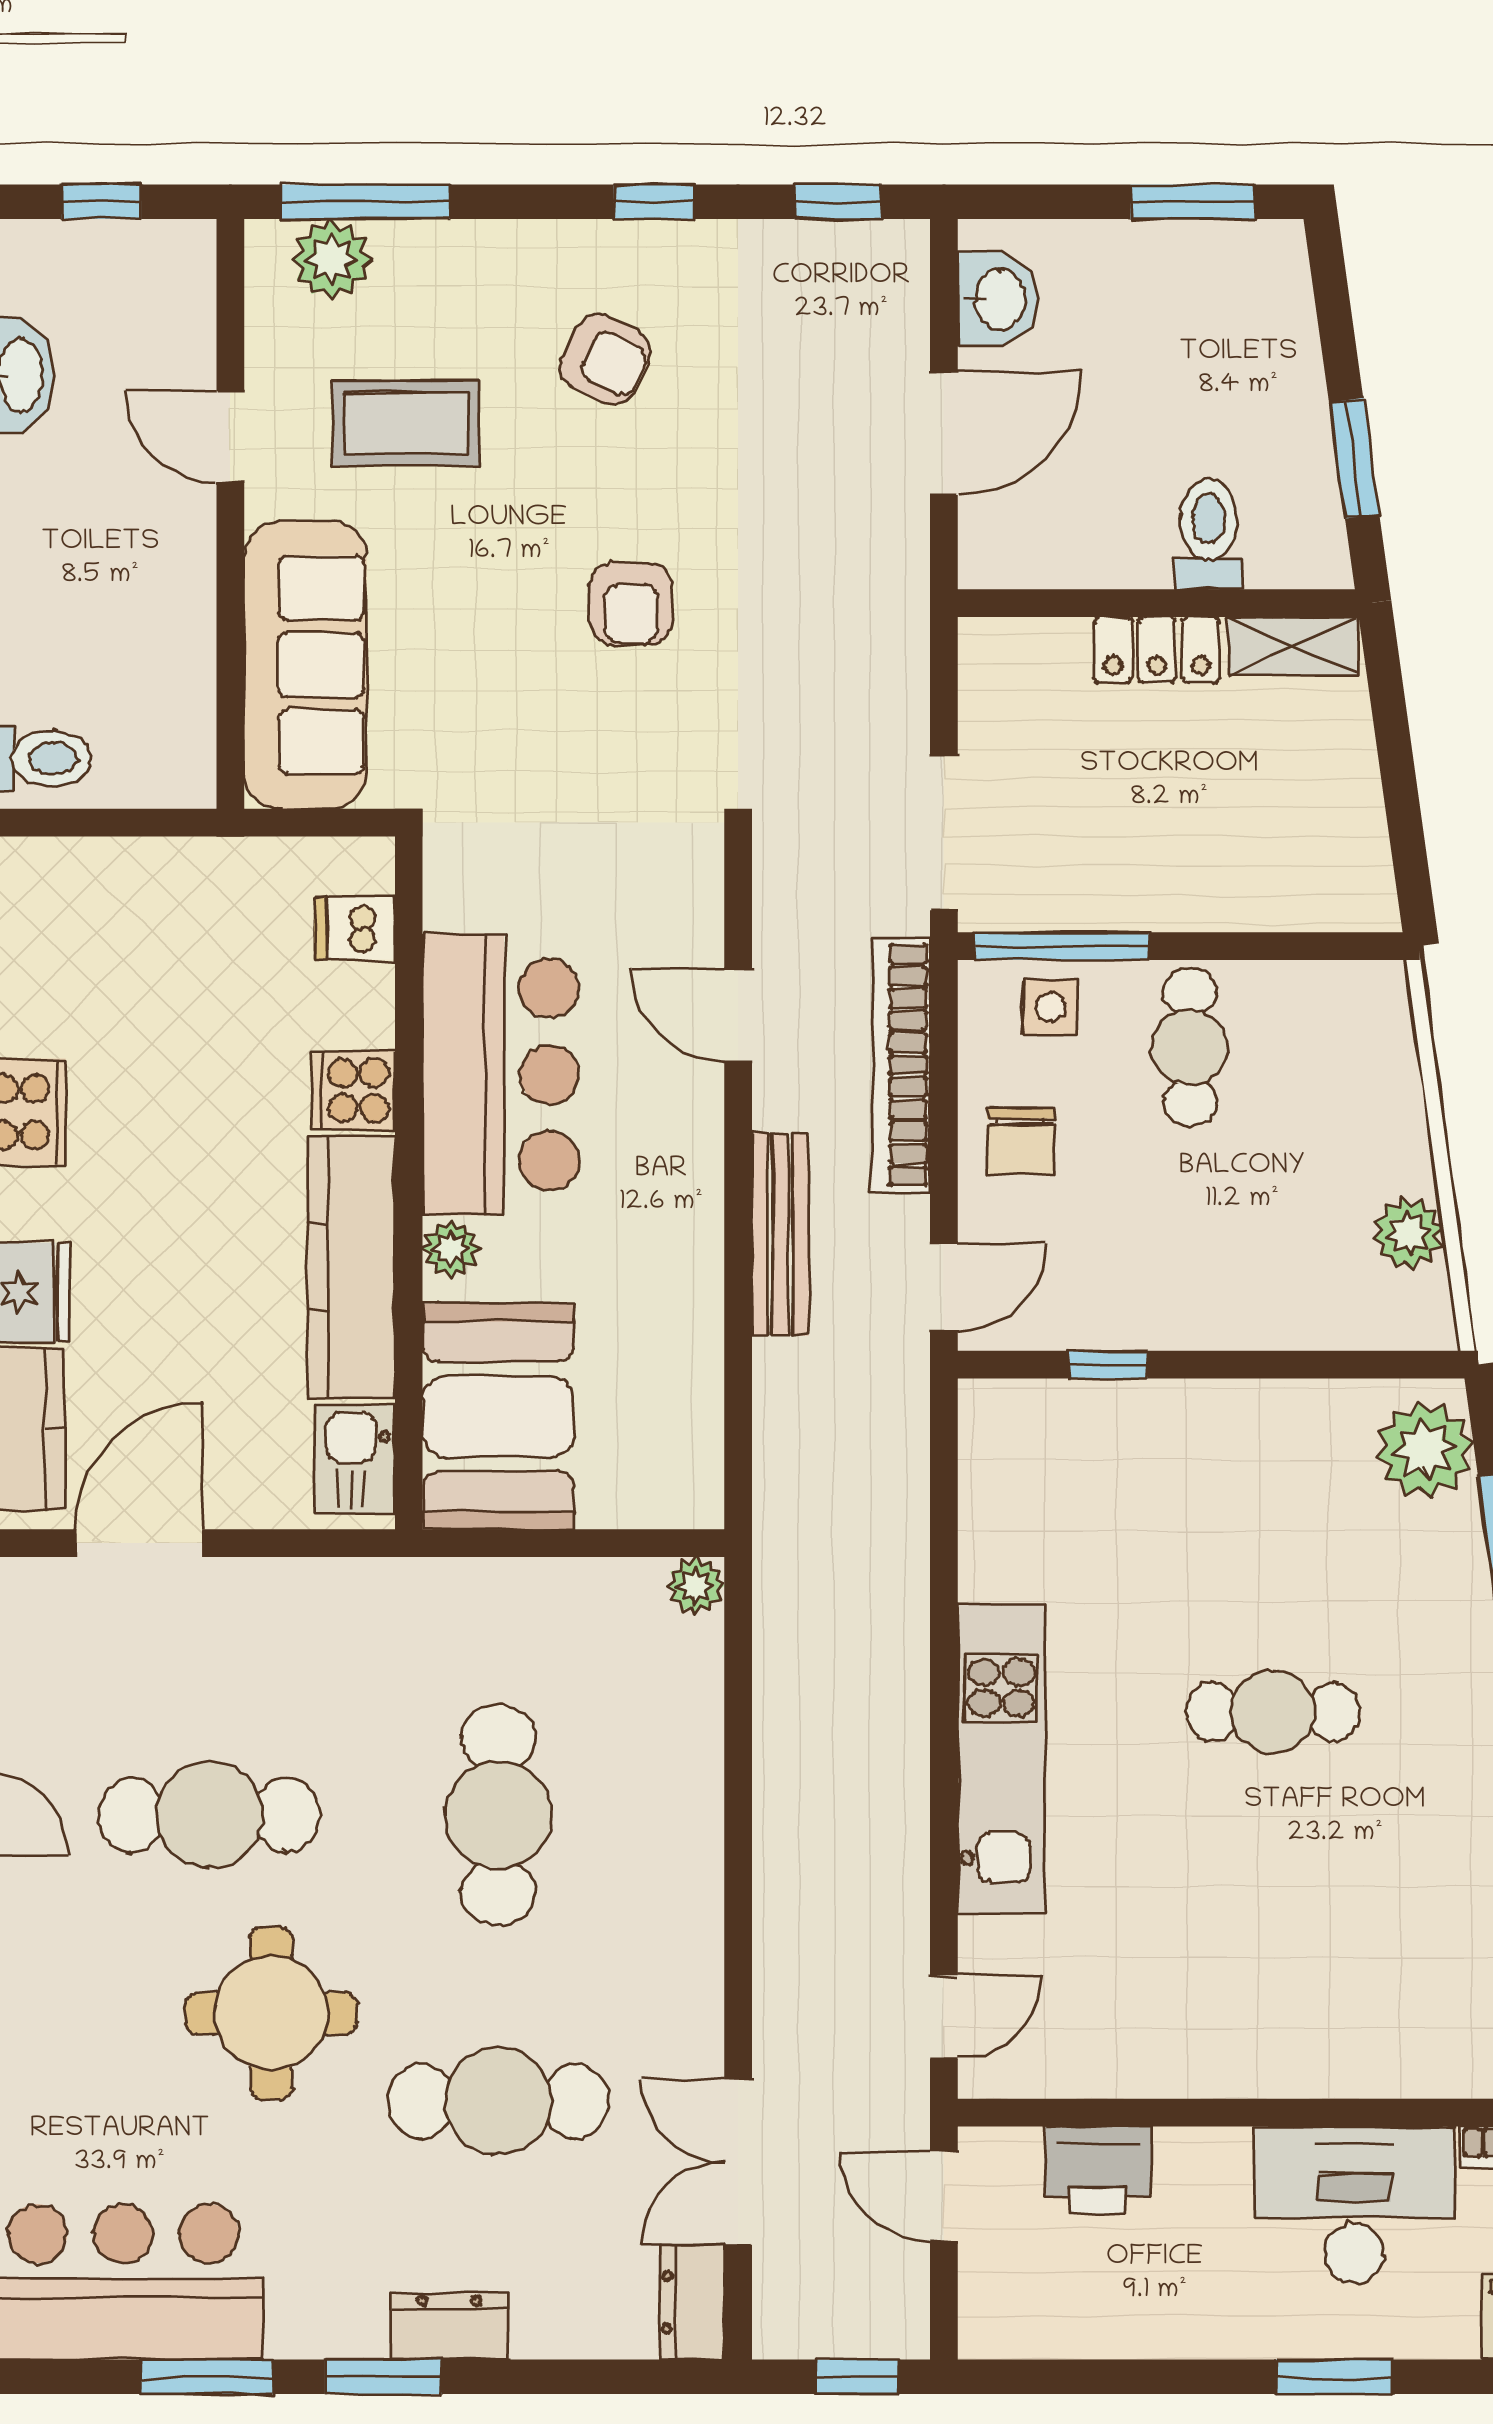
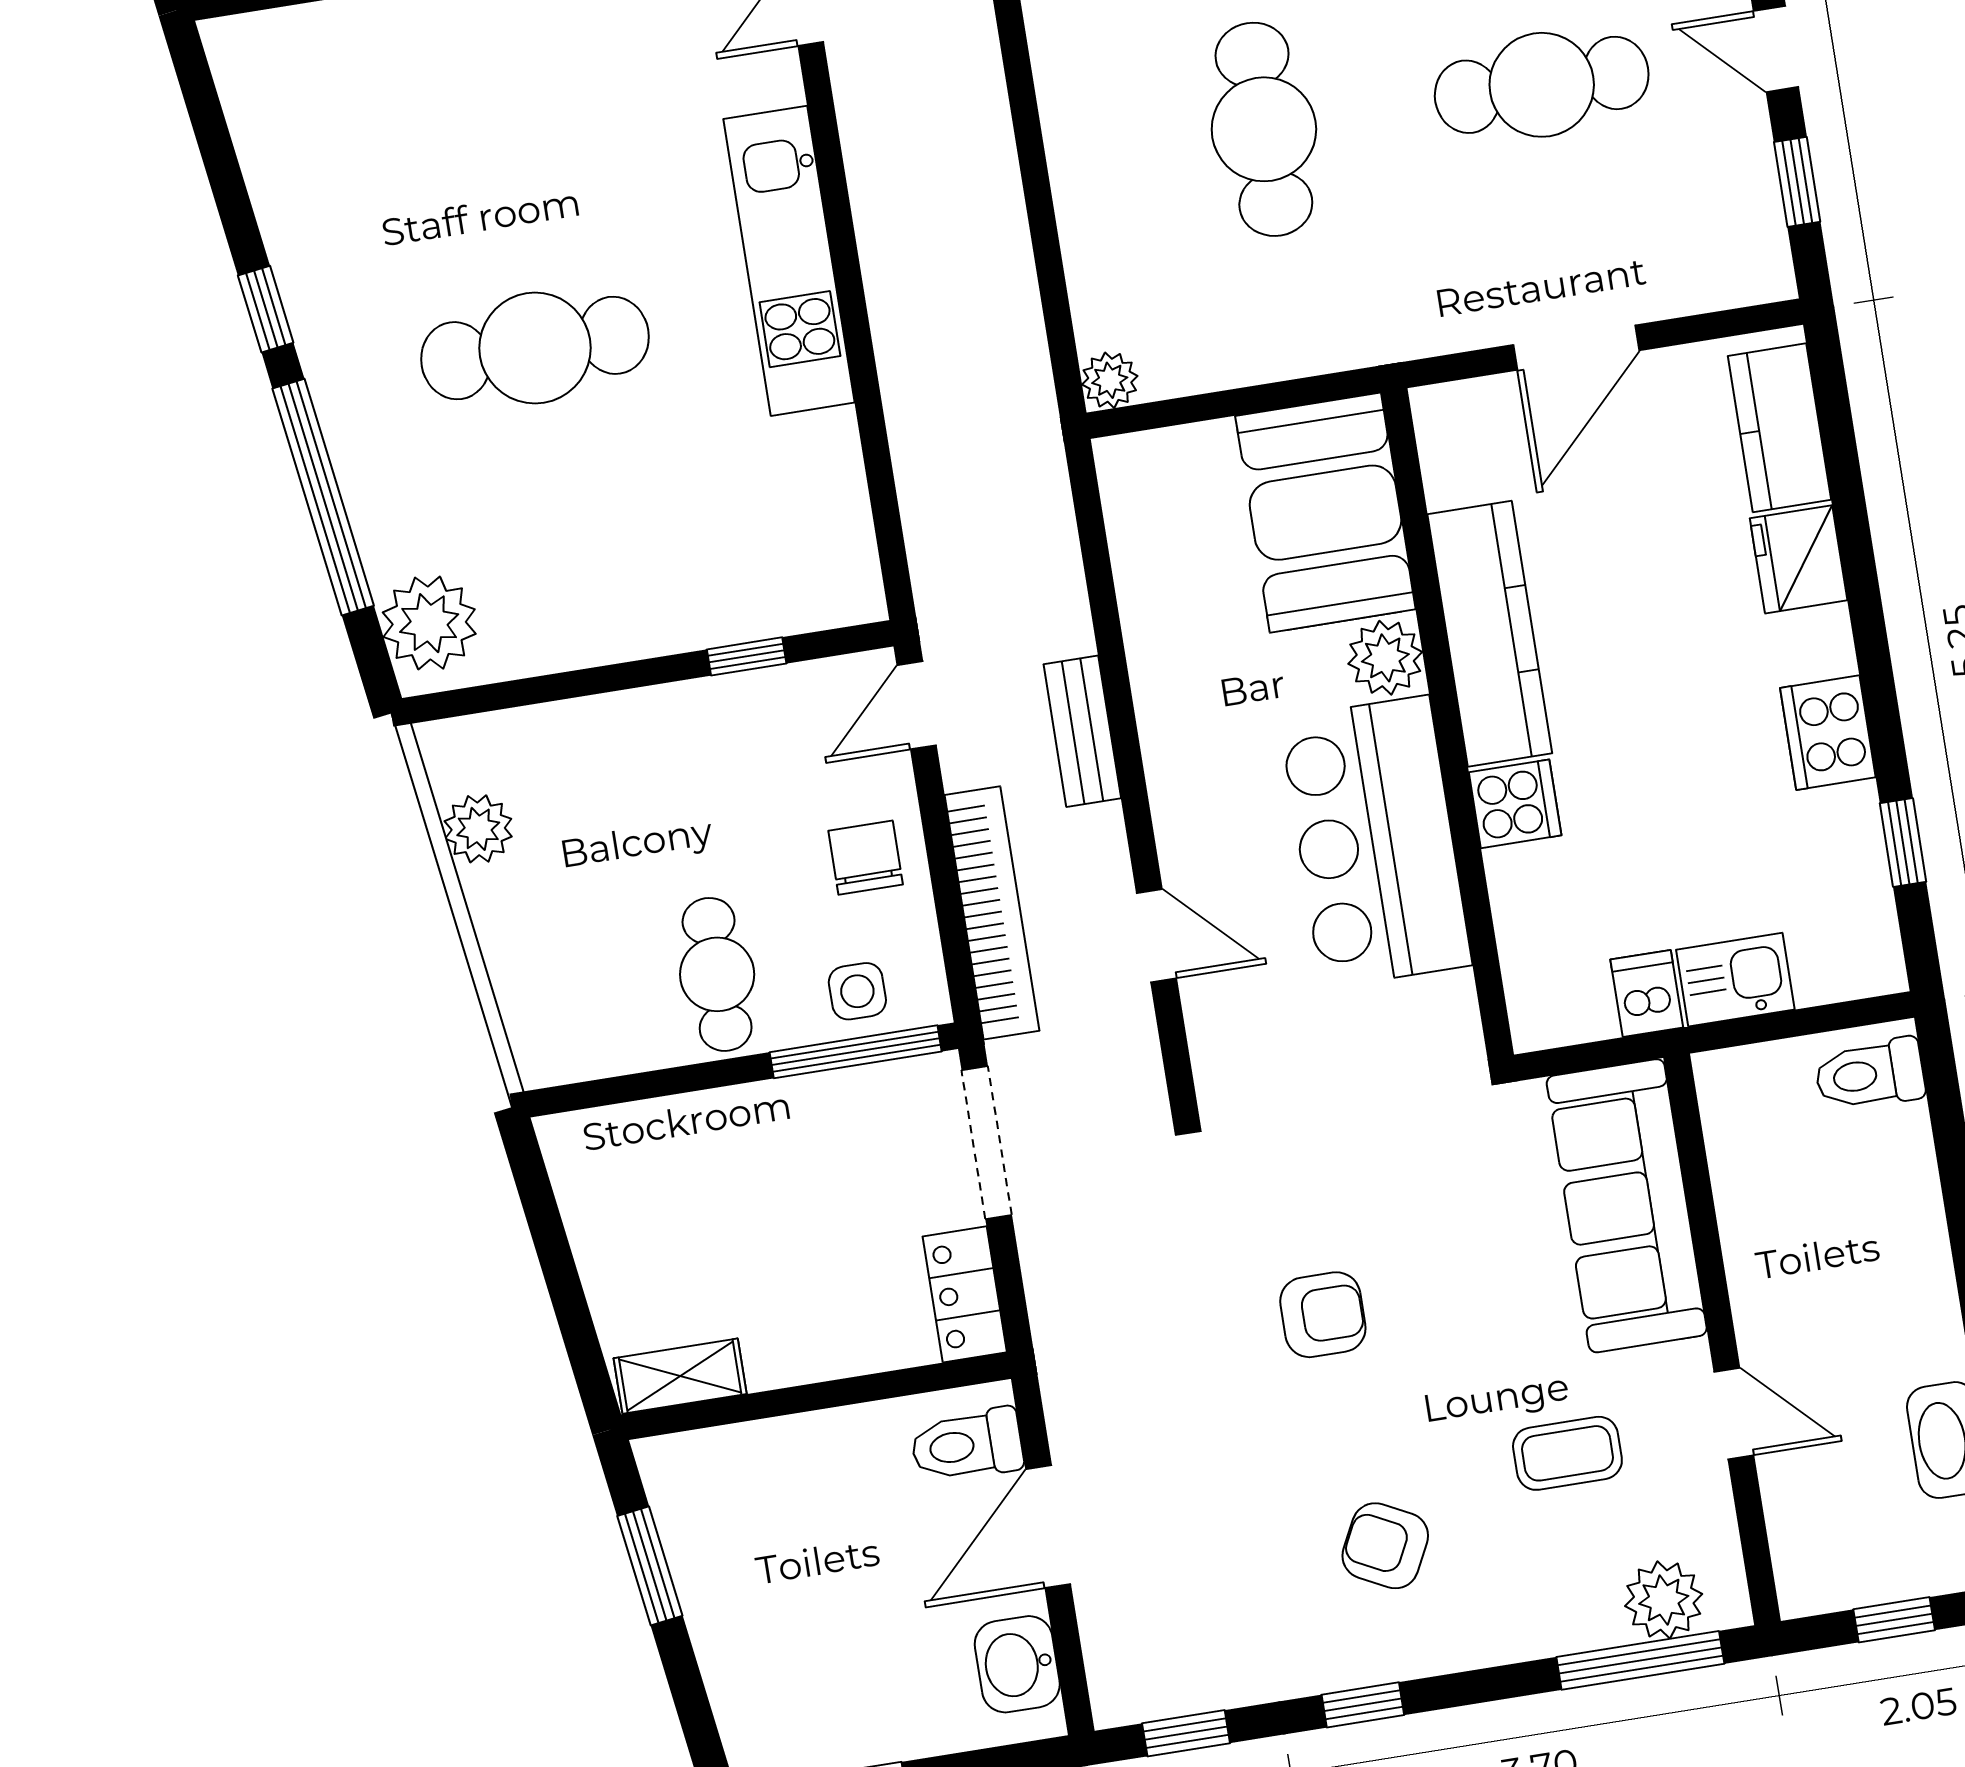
coffee table: (406, 423) -> (1567, 1453), width x0.73, depth x0.77
toilet: (1209, 534) -> (967, 1445), moved, turned 90
armchair: (631, 604) -> (1323, 1315), turned 90
locker: (1157, 650) -> (965, 1294), moved, turned -90
dishwasher: (355, 928) -> (1647, 994), moved, turned -90
bench: (780, 1234) -> (1082, 731), width x0.73
plant: (451, 1249) -> (1385, 658), width x1.38, depth x1.38
kitchen sink: (355, 1459) -> (1735, 980), moved, turned -90
door: (139, 1543) -> (1576, 348), moved
cafe table: (1273, 1712) -> (535, 348), width x1.37, depth x1.35

